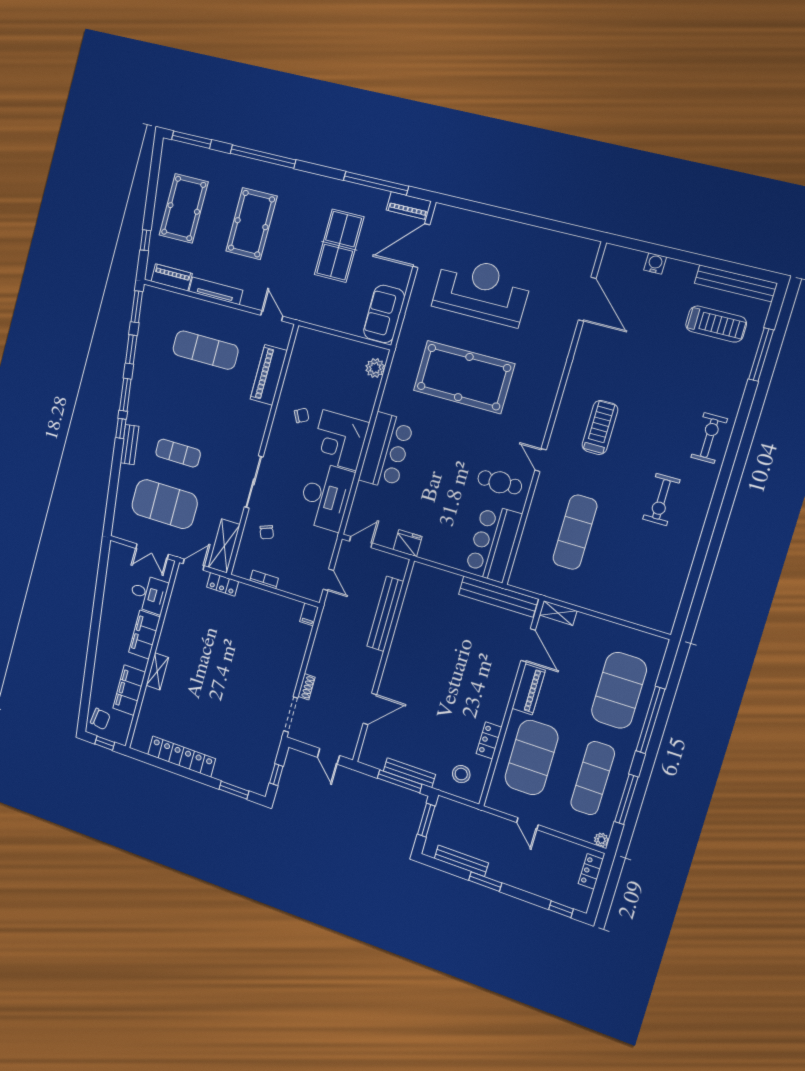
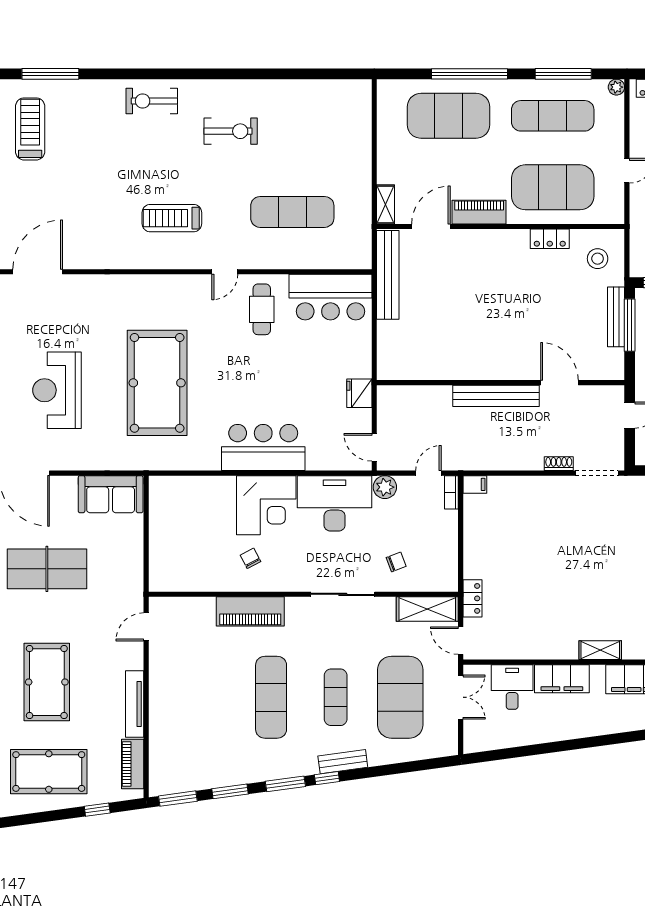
pool table: (251, 224) -> (47, 682), turned 90
reception desk: (482, 291) -> (57, 390), width x0.74, depth x0.77
exercise mat: (205, 350) -> (271, 697), moved
plant: (375, 368) -> (385, 487), moved
piano: (269, 375) -> (250, 611), moved
bookcase: (264, 579) -> (451, 492), moved
bench: (385, 614) -> (496, 396), moved

